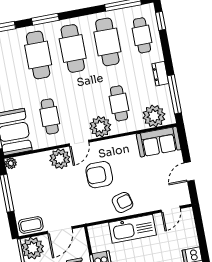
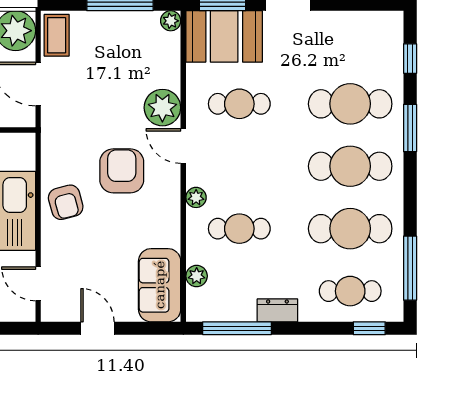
plant: (154, 116) -> (197, 276), width x0.53, depth x0.53
plant: (100, 127) -> (196, 197), width x0.53, depth x0.53

